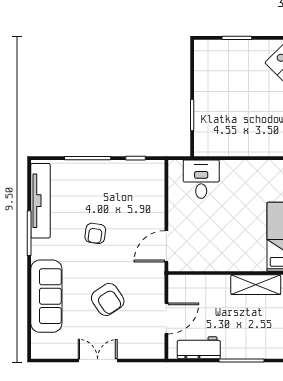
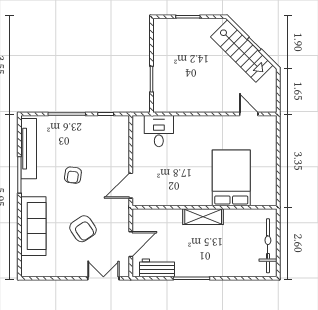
double door: (98, 361) -> (103, 278), moved

